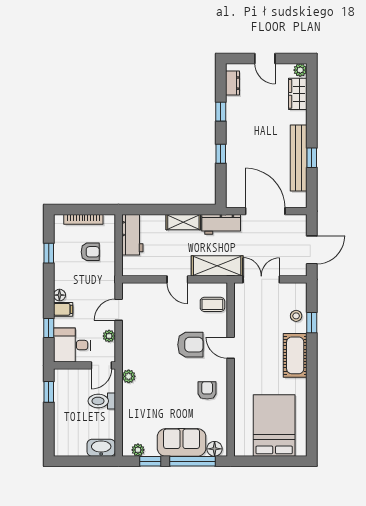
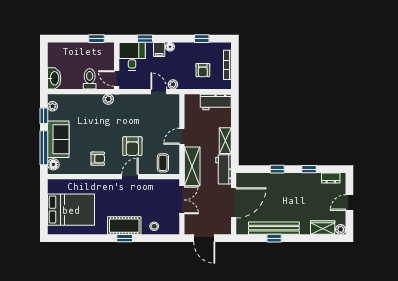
window: (312, 323) -> (125, 238), moved
plant: (109, 336) -> (173, 84), moved

